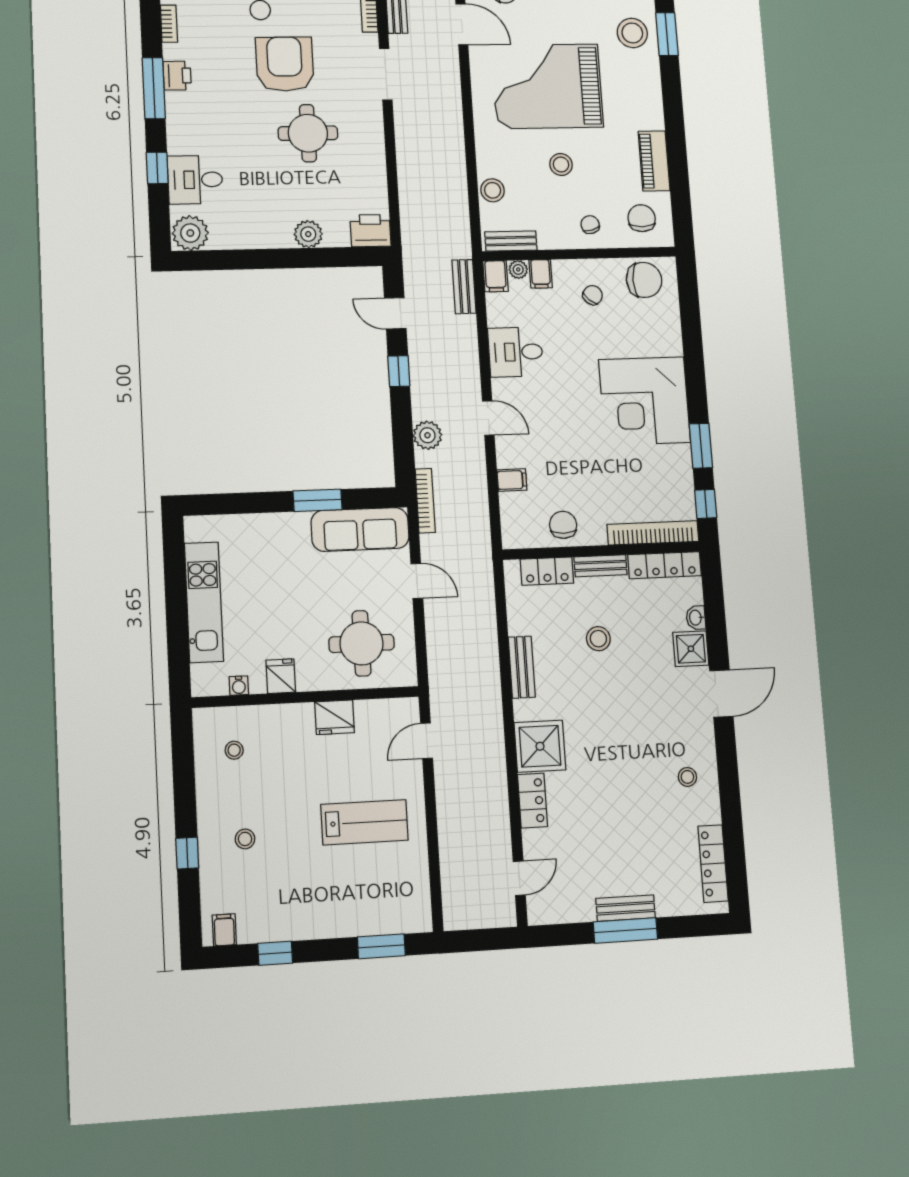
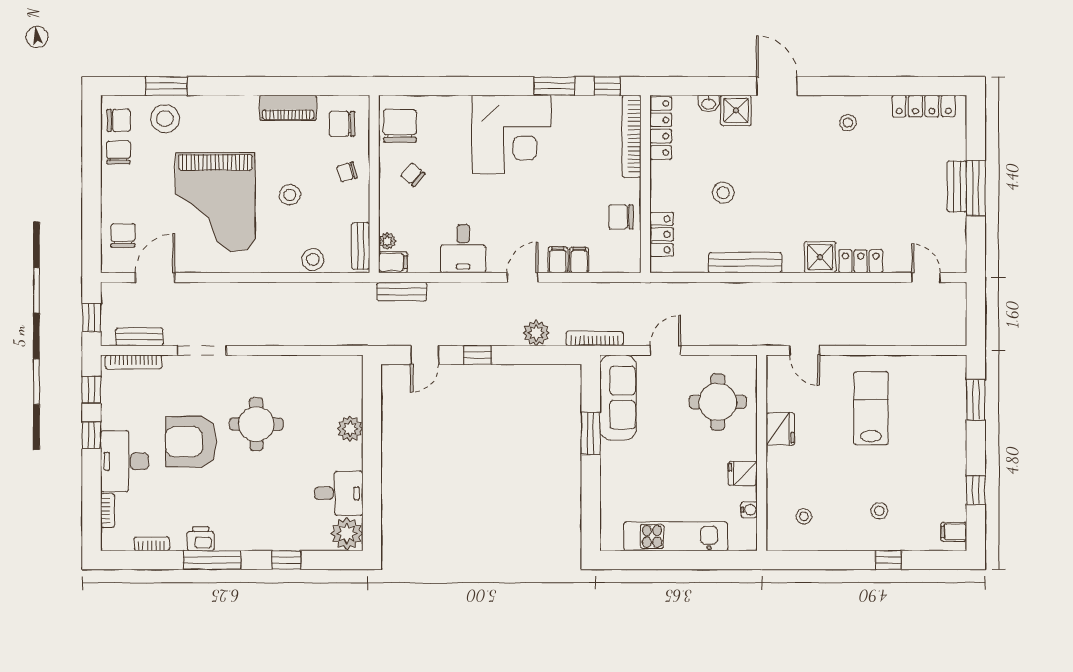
desk: (195, 180) -> (339, 493), moved, turned -90
printer: (371, 231) -> (348, 373), removed
filing cabinet: (541, 274) -> (558, 260), moved, turned -90
bench: (600, 566) -> (659, 186), removed
bench: (522, 667) -> (745, 263), width x1.36
shower: (540, 746) -> (820, 257), width x0.73, depth x0.73

